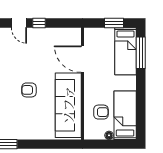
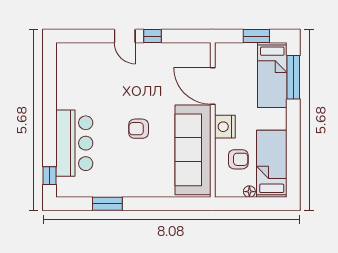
nightstand: (91, 88) -> (225, 127), added

